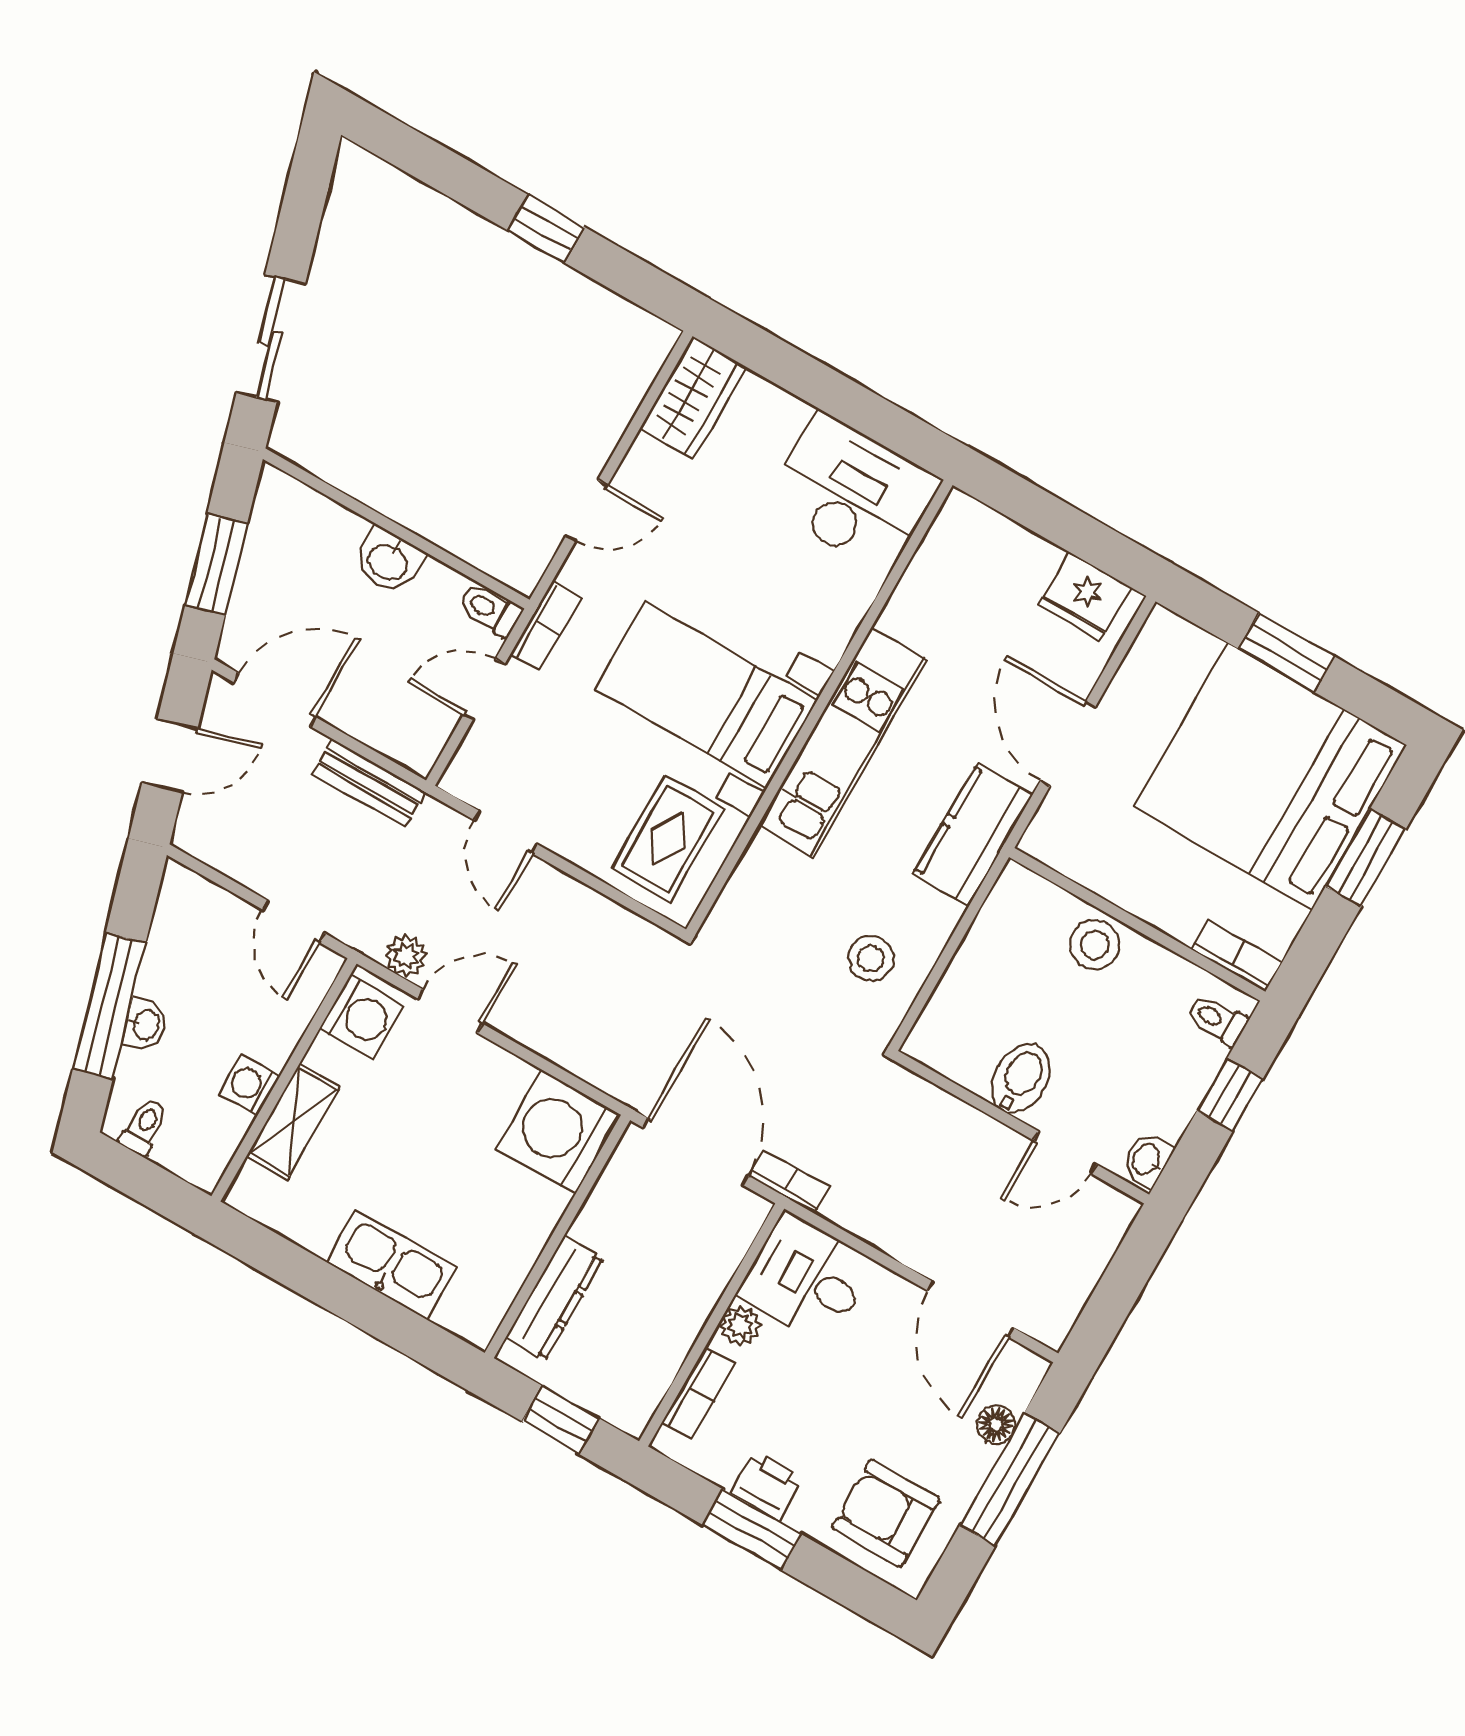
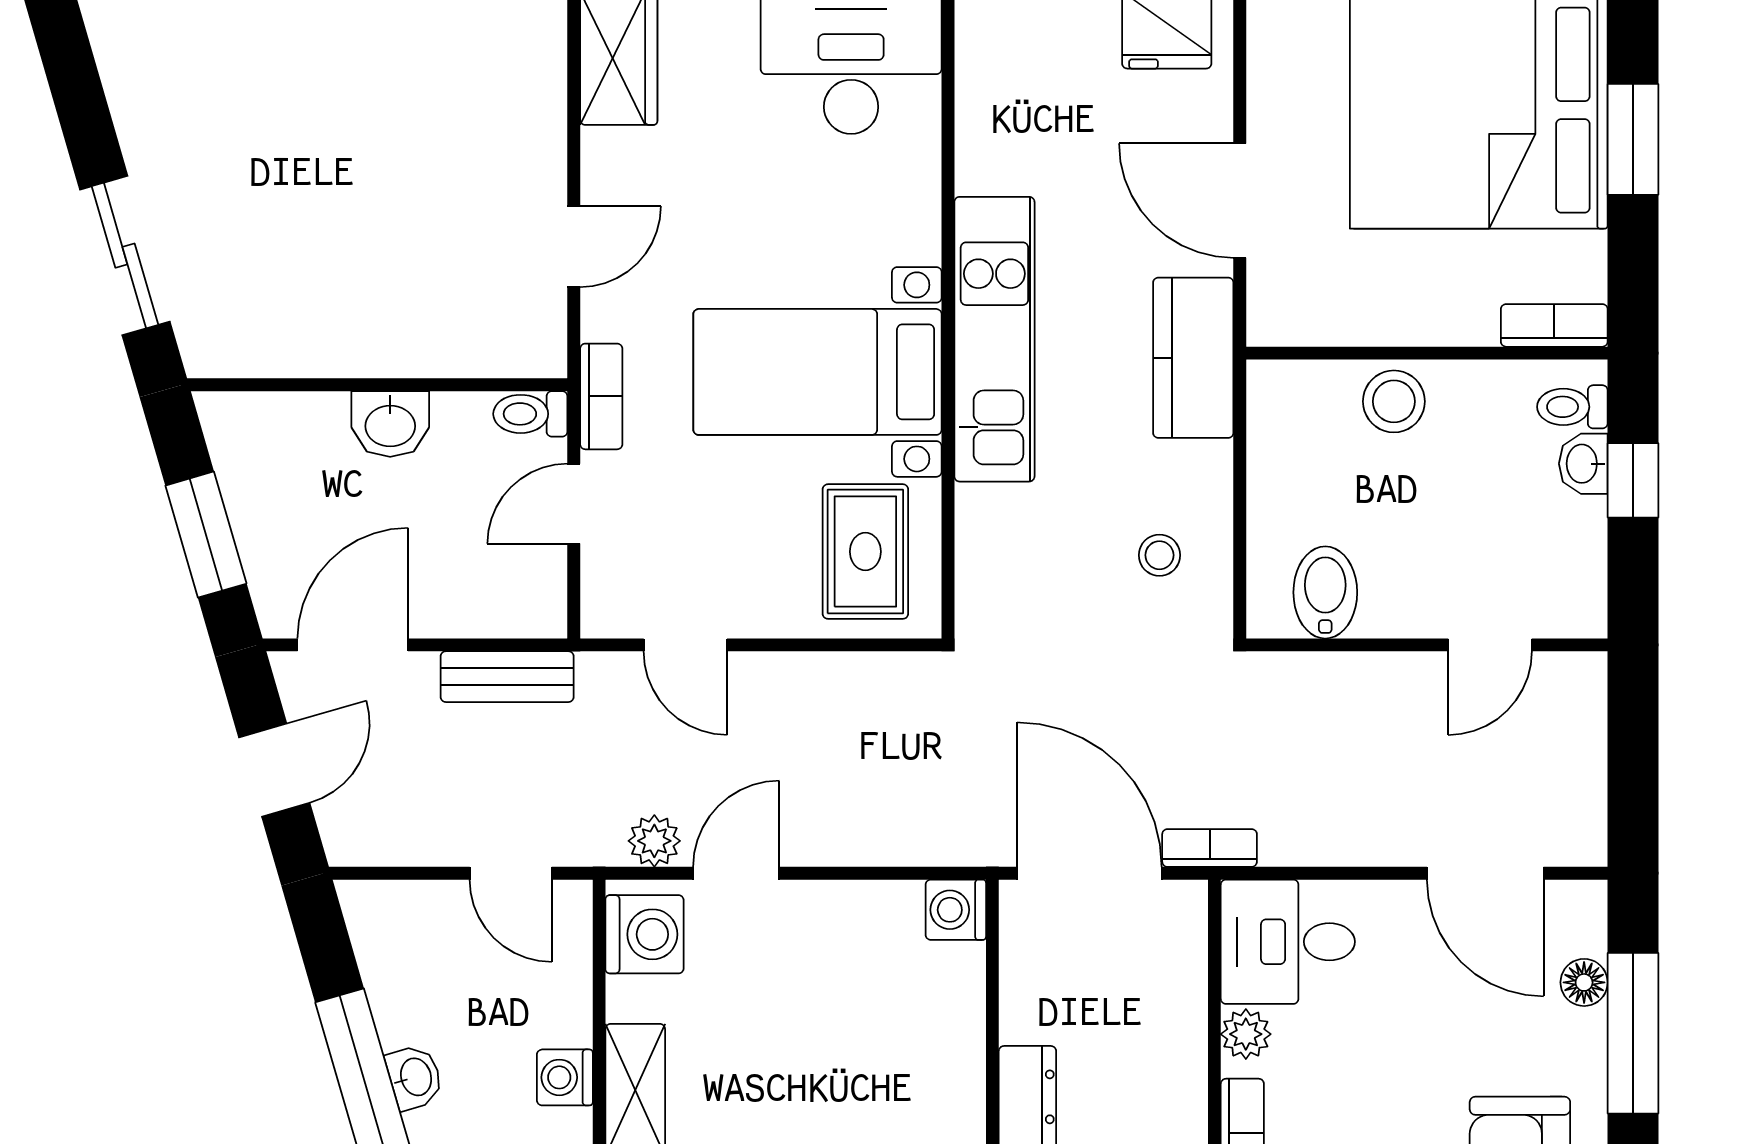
stool: (871, 958) -> (1159, 555), width x0.73, depth x0.73
bidet: (1021, 1079) -> (1325, 592), moved
washing machine: (559, 1132) -> (956, 910), width x0.53, depth x0.53
washbasin: (1147, 1160) -> (1583, 464), moved

